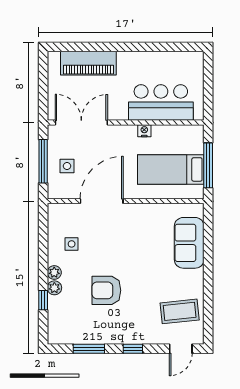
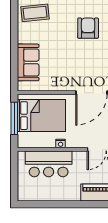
bed: (171, 169) -> (41, 116), width x1.50
armchair: (106, 290) -> (88, 28), turned -90

